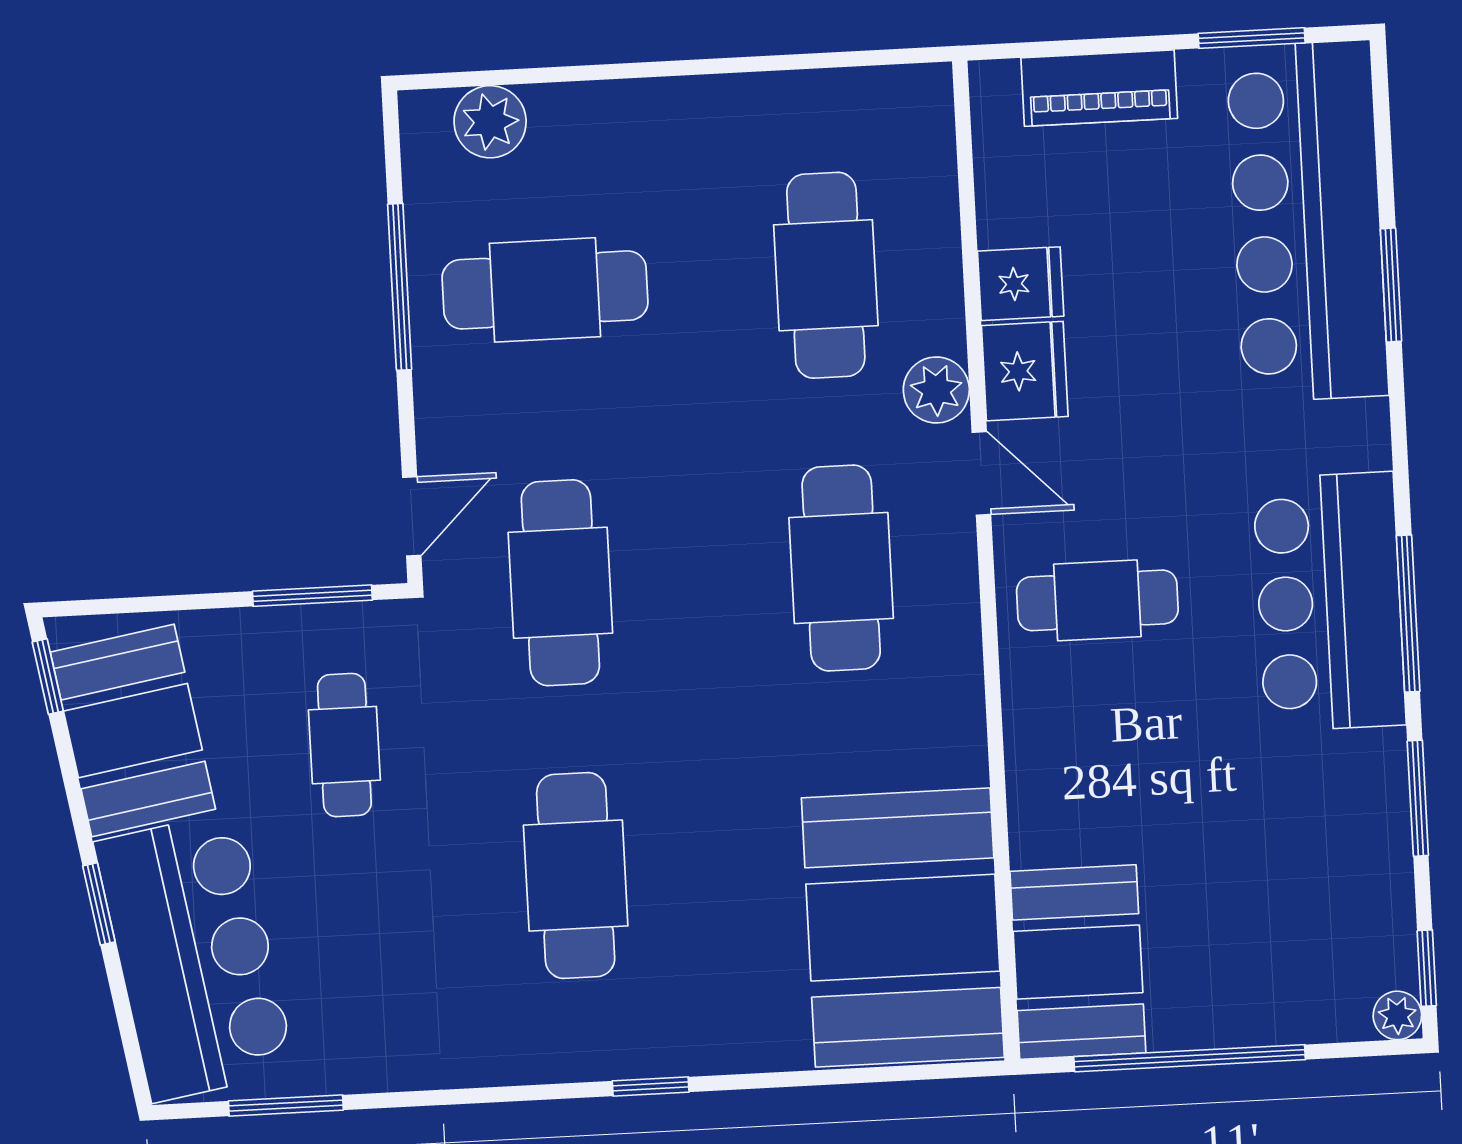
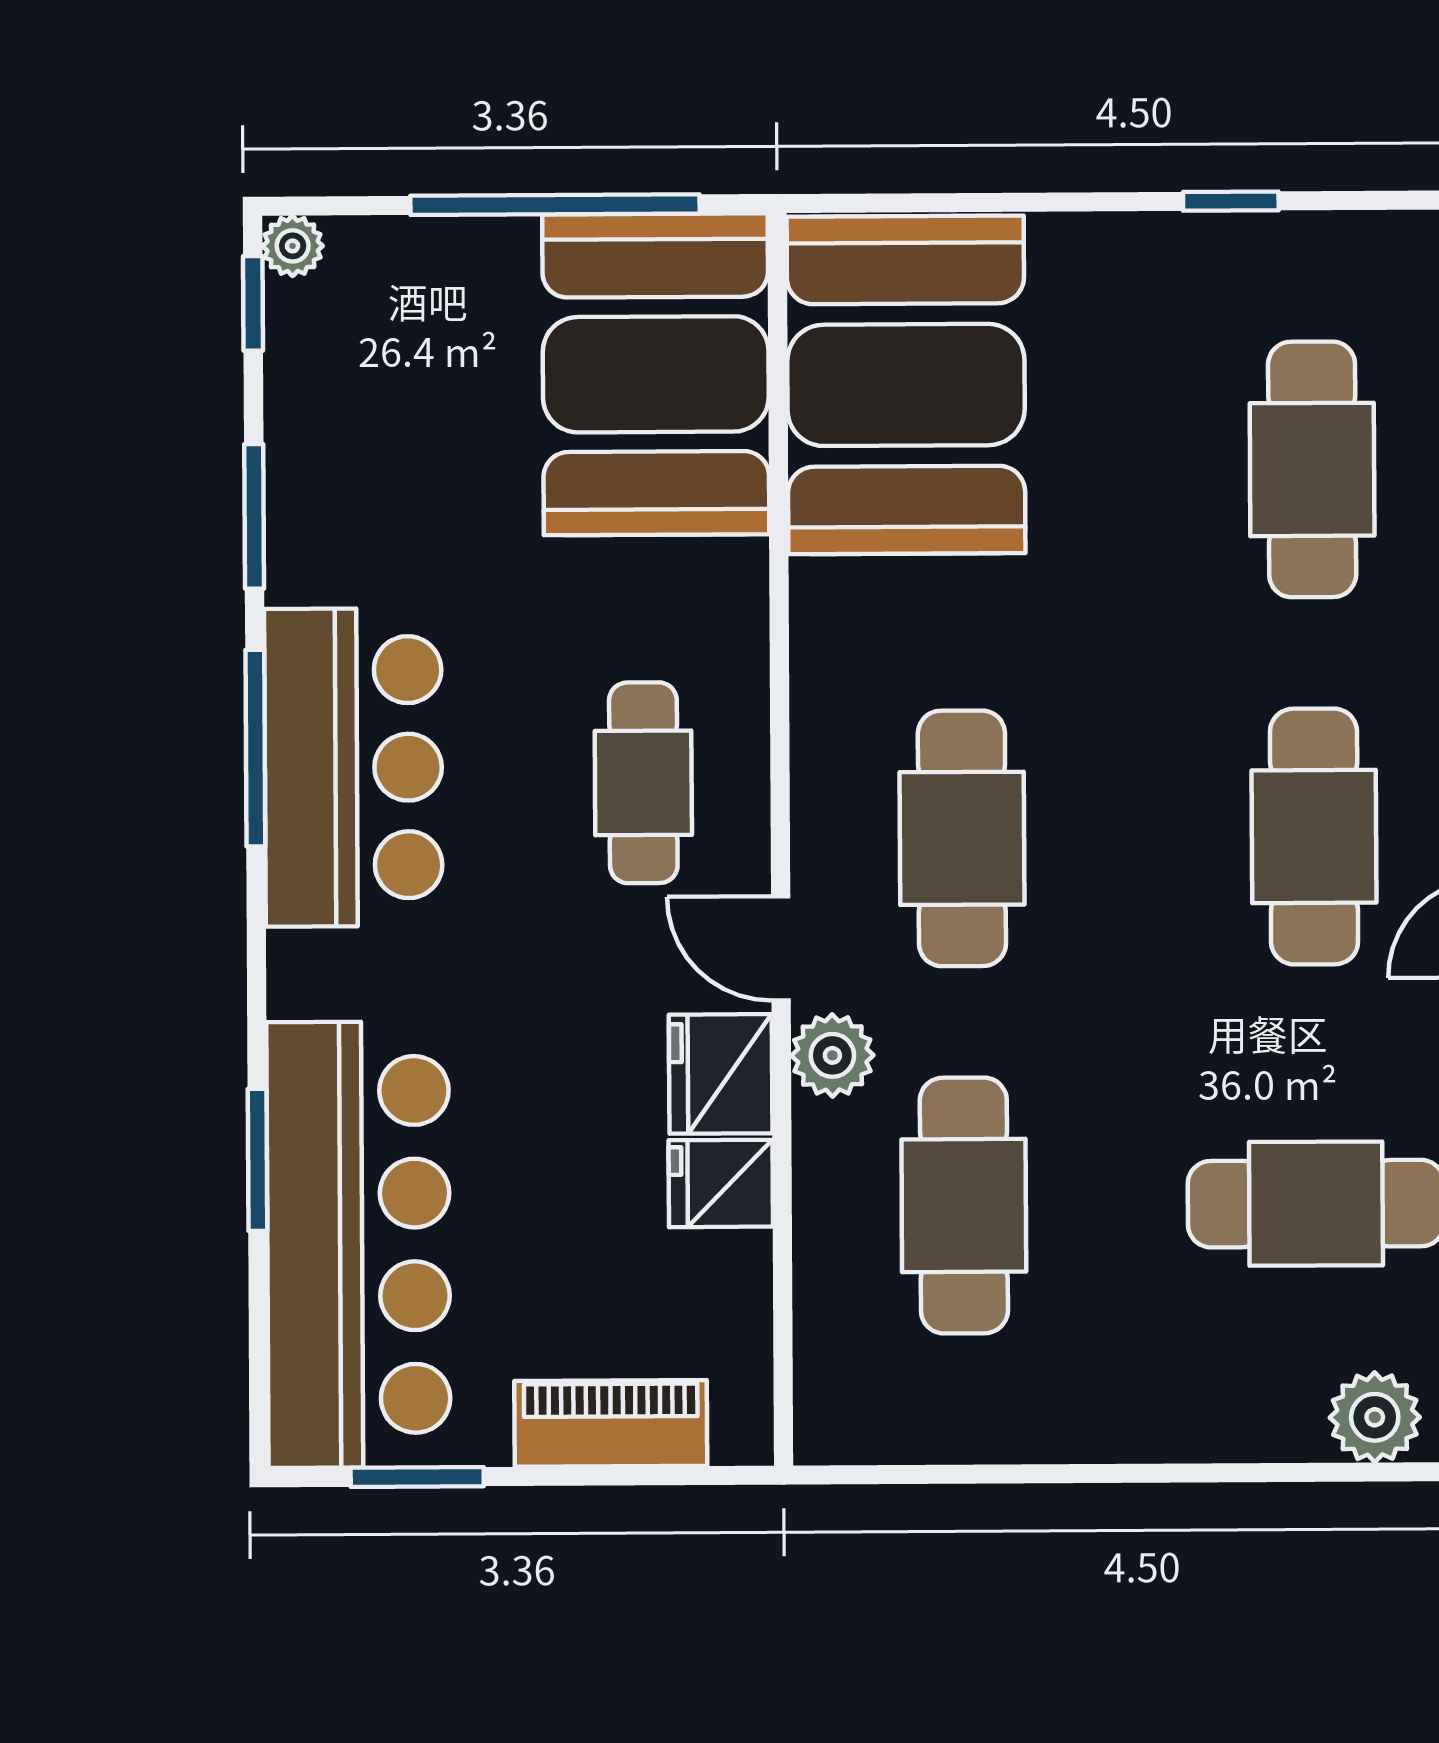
cafe table: (1097, 600) -> (643, 783), turned 90
booth: (1078, 962) -> (656, 374), width x1.36, depth x1.42

